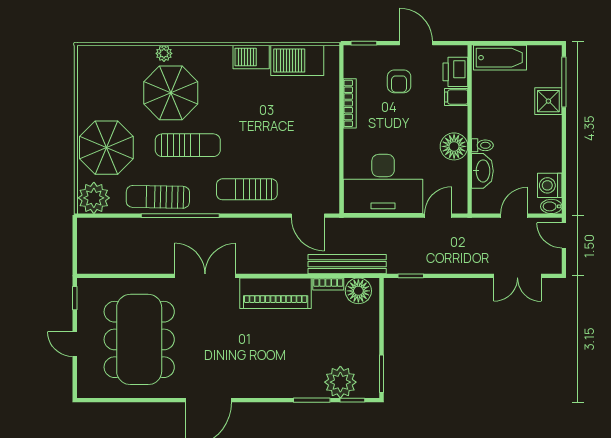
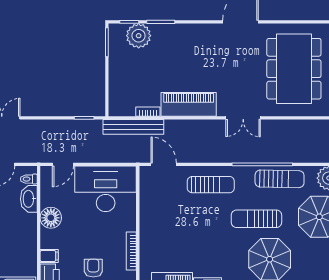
toilet: (482, 145) -> (29, 179), moved
double door: (205, 276) -> (243, 118), width x0.73
floor lamp: (358, 291) -> (125, 106), removed

